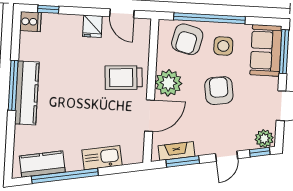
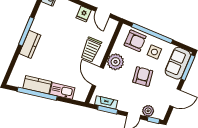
armchair: (187, 39) -> (135, 41), turned -104
trolley: (124, 78) -> (91, 50), turned -86
kitchen counter: (27, 93) -> (30, 44), width x0.67
door: (150, 116) -> (98, 77), swing flipped
plant: (264, 139) -> (148, 111), moved
kitchen counter: (42, 164) -> (37, 85), moved

